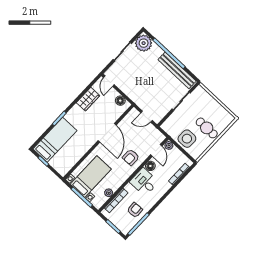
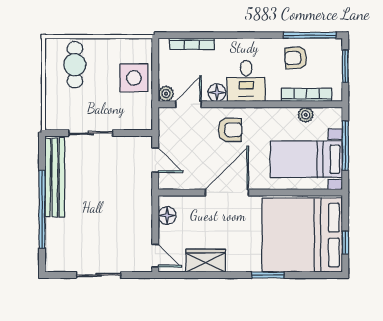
plant: (144, 43) -> (60, 257), removed
door: (109, 81) -> (155, 255), hinge flipped
cafe table: (207, 128) -> (75, 65), moved
bed: (55, 140) -> (302, 235), width x2.04

